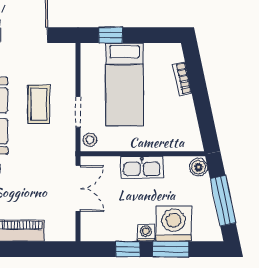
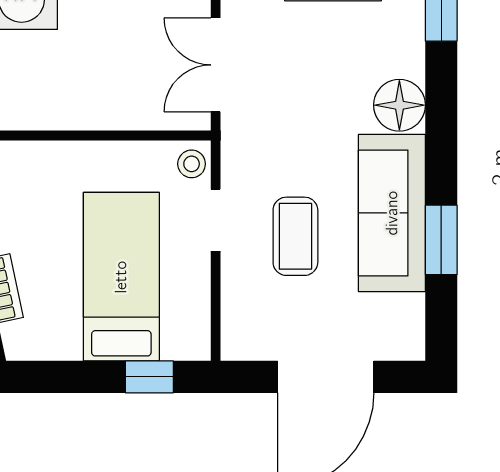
kitchen sink: (142, 167) -> (86, 108), removed

